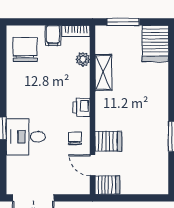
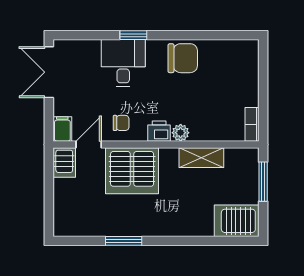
filing cabinet: (53, 36) -> (62, 129), moved, turned 90
chair: (25, 50) -> (183, 58), moved
plant: (83, 59) -> (181, 133), moved
server rack: (108, 141) -> (132, 171), width x2.18, depth x1.44

